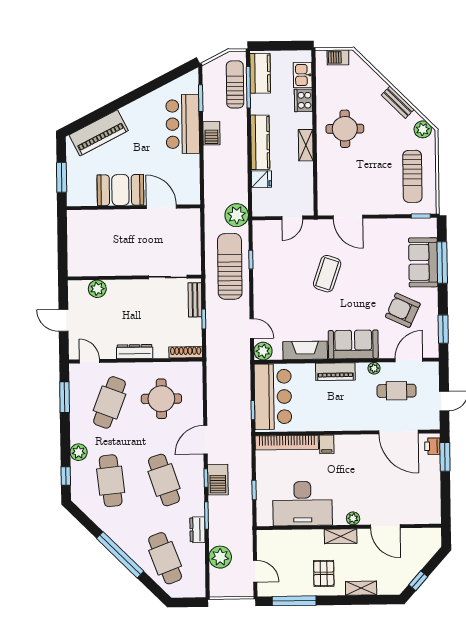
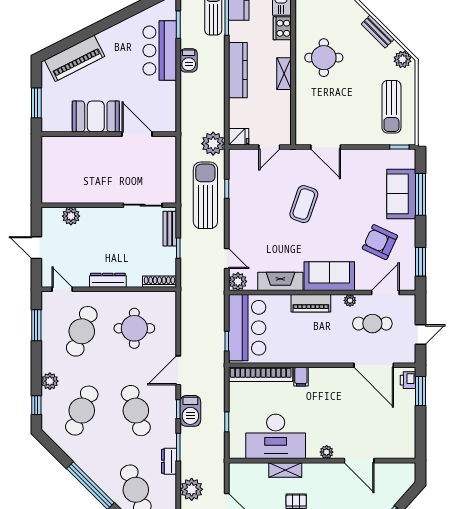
fridge: (262, 179) -> (239, 137), moved
cafe table: (111, 481) -> (82, 411), turned 30
shelving: (341, 536) -> (285, 470), moved

